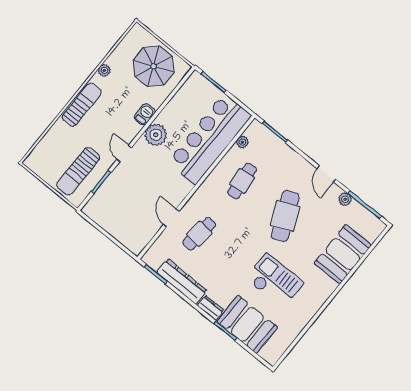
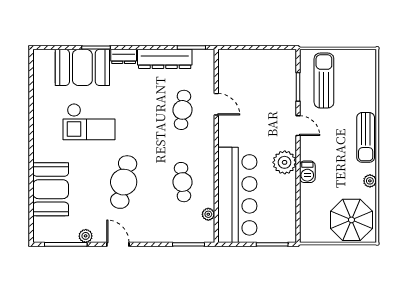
parasol: (154, 66) -> (351, 220), moved
cafe table: (285, 216) -> (124, 182), turned 36

